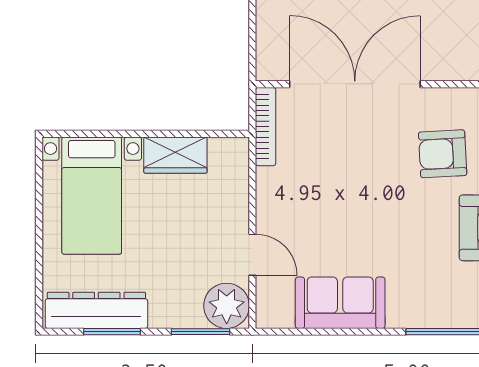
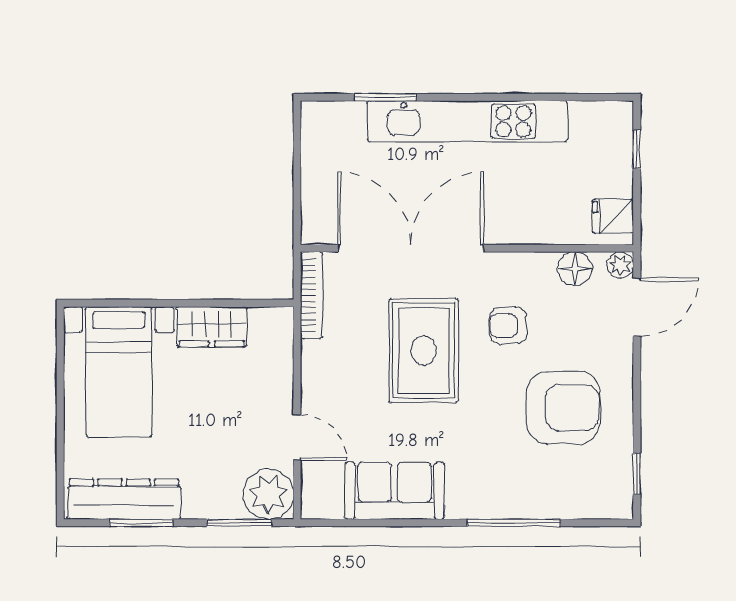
armchair: (443, 154) -> (508, 325), width x0.72, depth x0.72
rug: (366, 176) -> (424, 350), added

